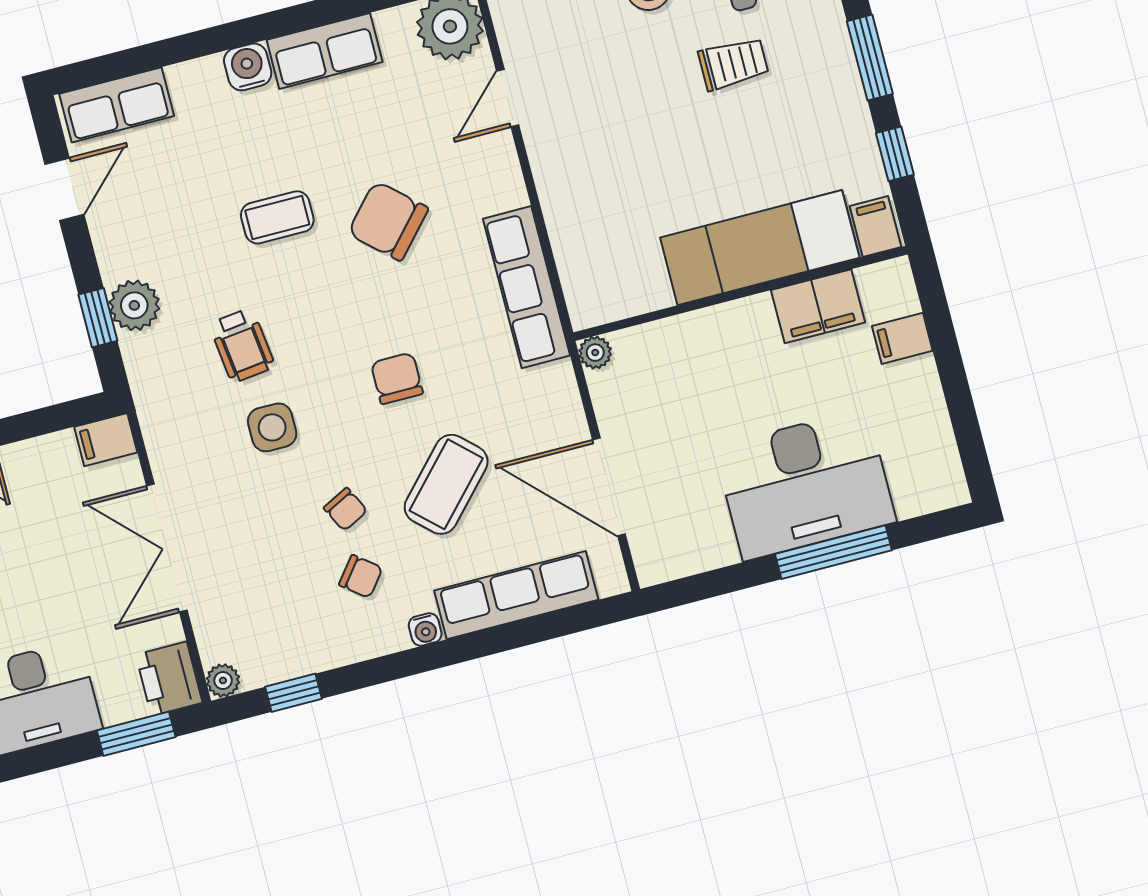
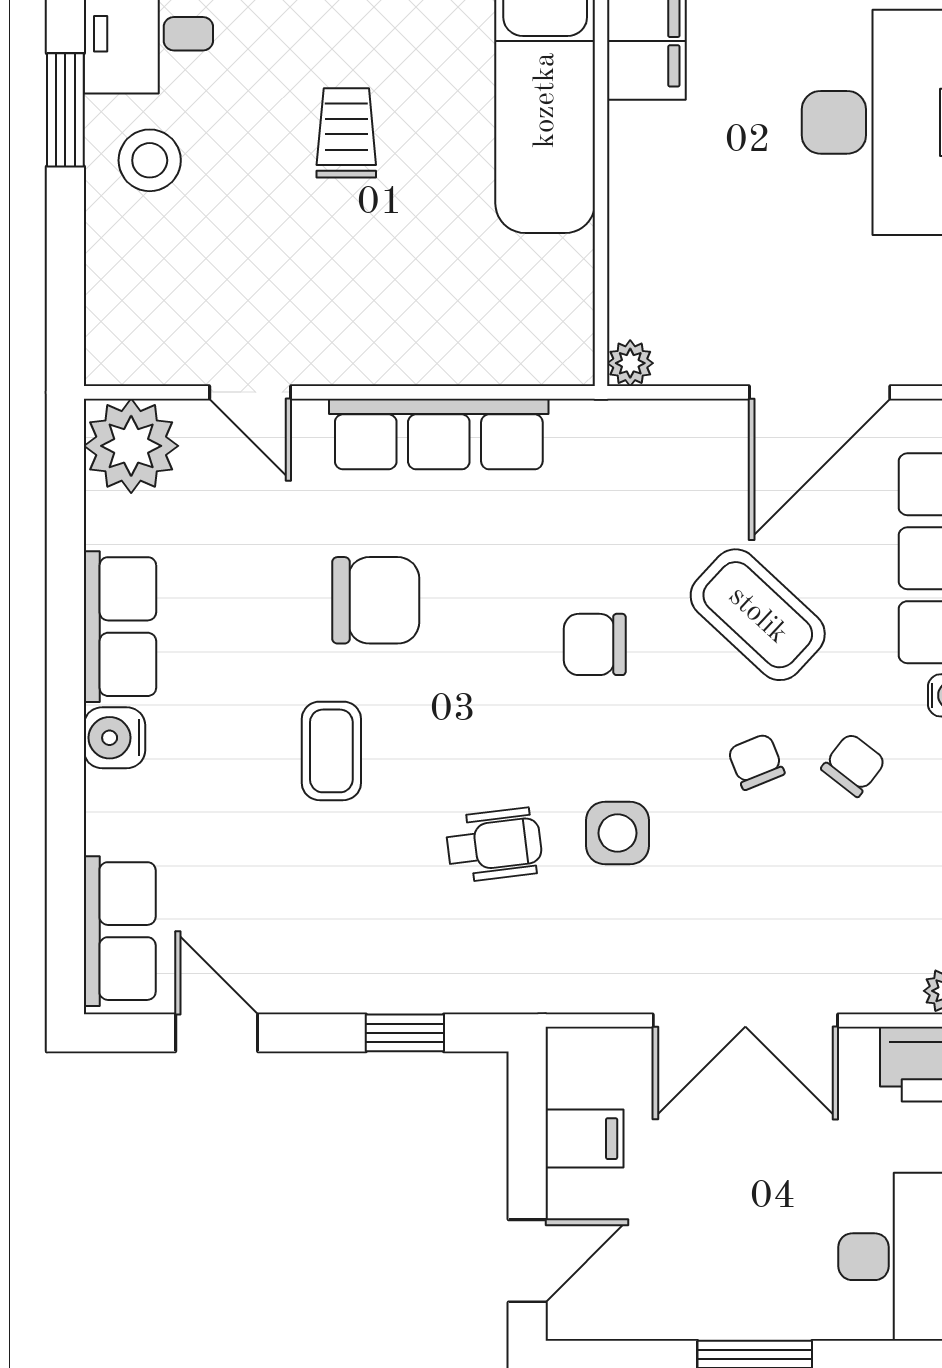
trolley: (733, 64) -> (346, 133), moved
chair: (388, 221) -> (376, 600), turned -132
row of seats: (527, 287) -> (439, 434), moved
plant: (134, 305) -> (401, 978), removed
filing cabinet: (106, 440) -> (584, 1139), moved, turned -90
chair: (345, 509) -> (756, 762), turned -85

